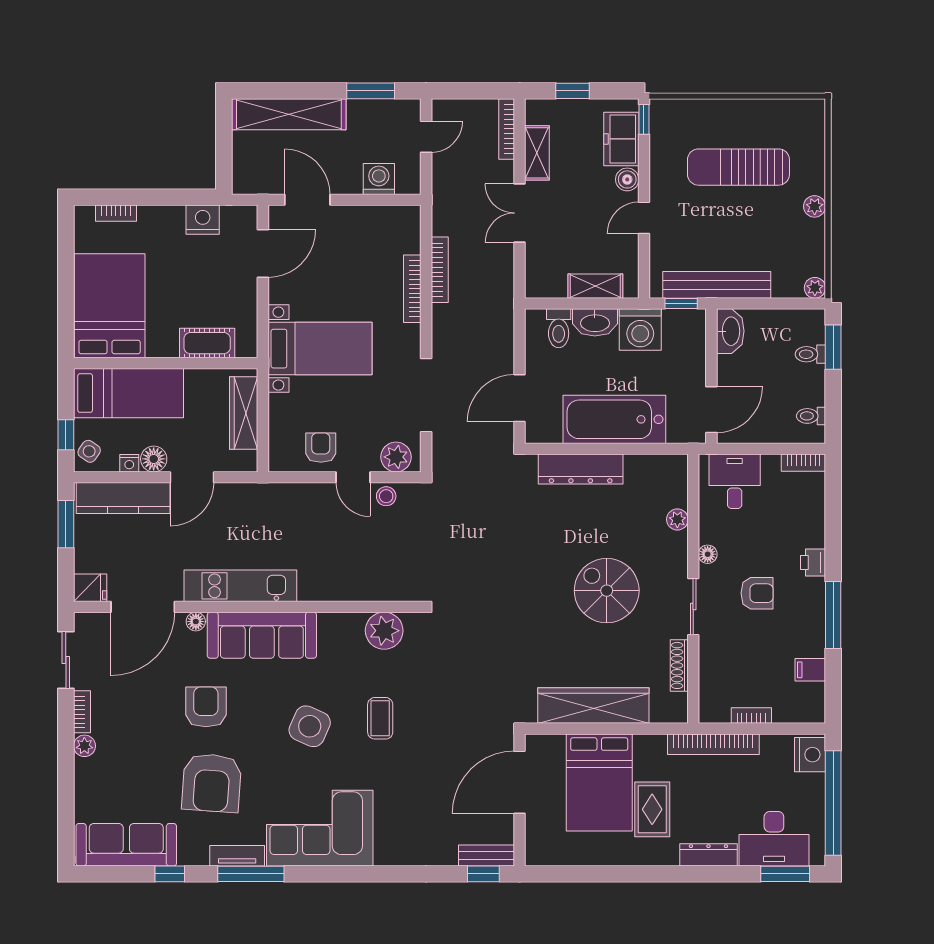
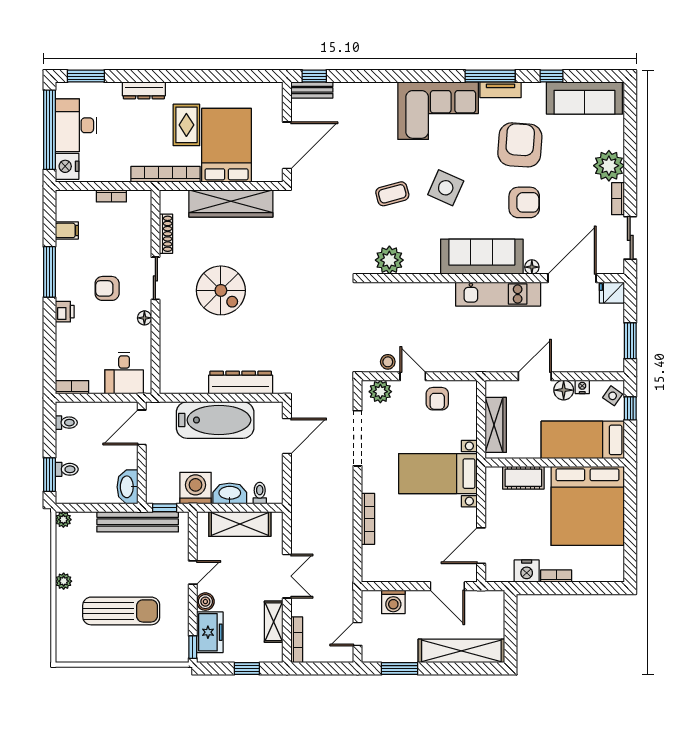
bookcase: (116, 213) -> (556, 576), moved
bookcase: (440, 270) -> (347, 533), removed
shelving: (595, 286) -> (240, 524), width x1.50, depth x1.33
bed: (110, 306) -> (587, 506), width x1.36
toilet: (559, 328) -> (260, 493), width x0.73, depth x0.72
kitchen counter: (123, 498) -> (587, 361), removed
plant: (677, 519) -> (167, 344), removed
armchair: (206, 707) -> (524, 202), turned -90
coffee table: (380, 718) -> (392, 194), turned 75
bookcase: (713, 744) -> (166, 174), moved
plant: (84, 746) -> (609, 166), width x1.88, depth x1.88
desk: (774, 839) -> (76, 125), moved, turned -90

